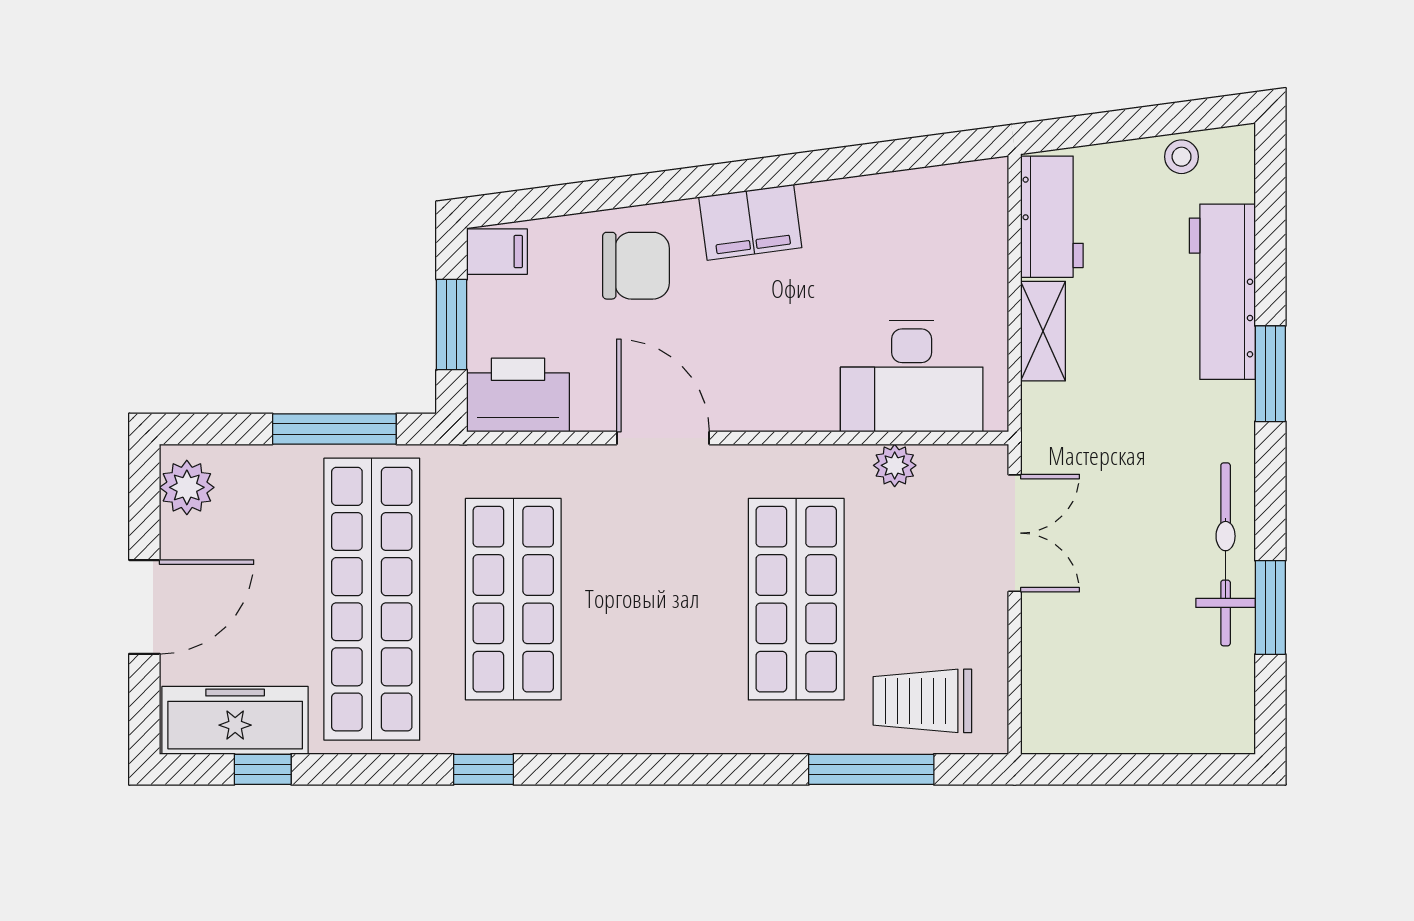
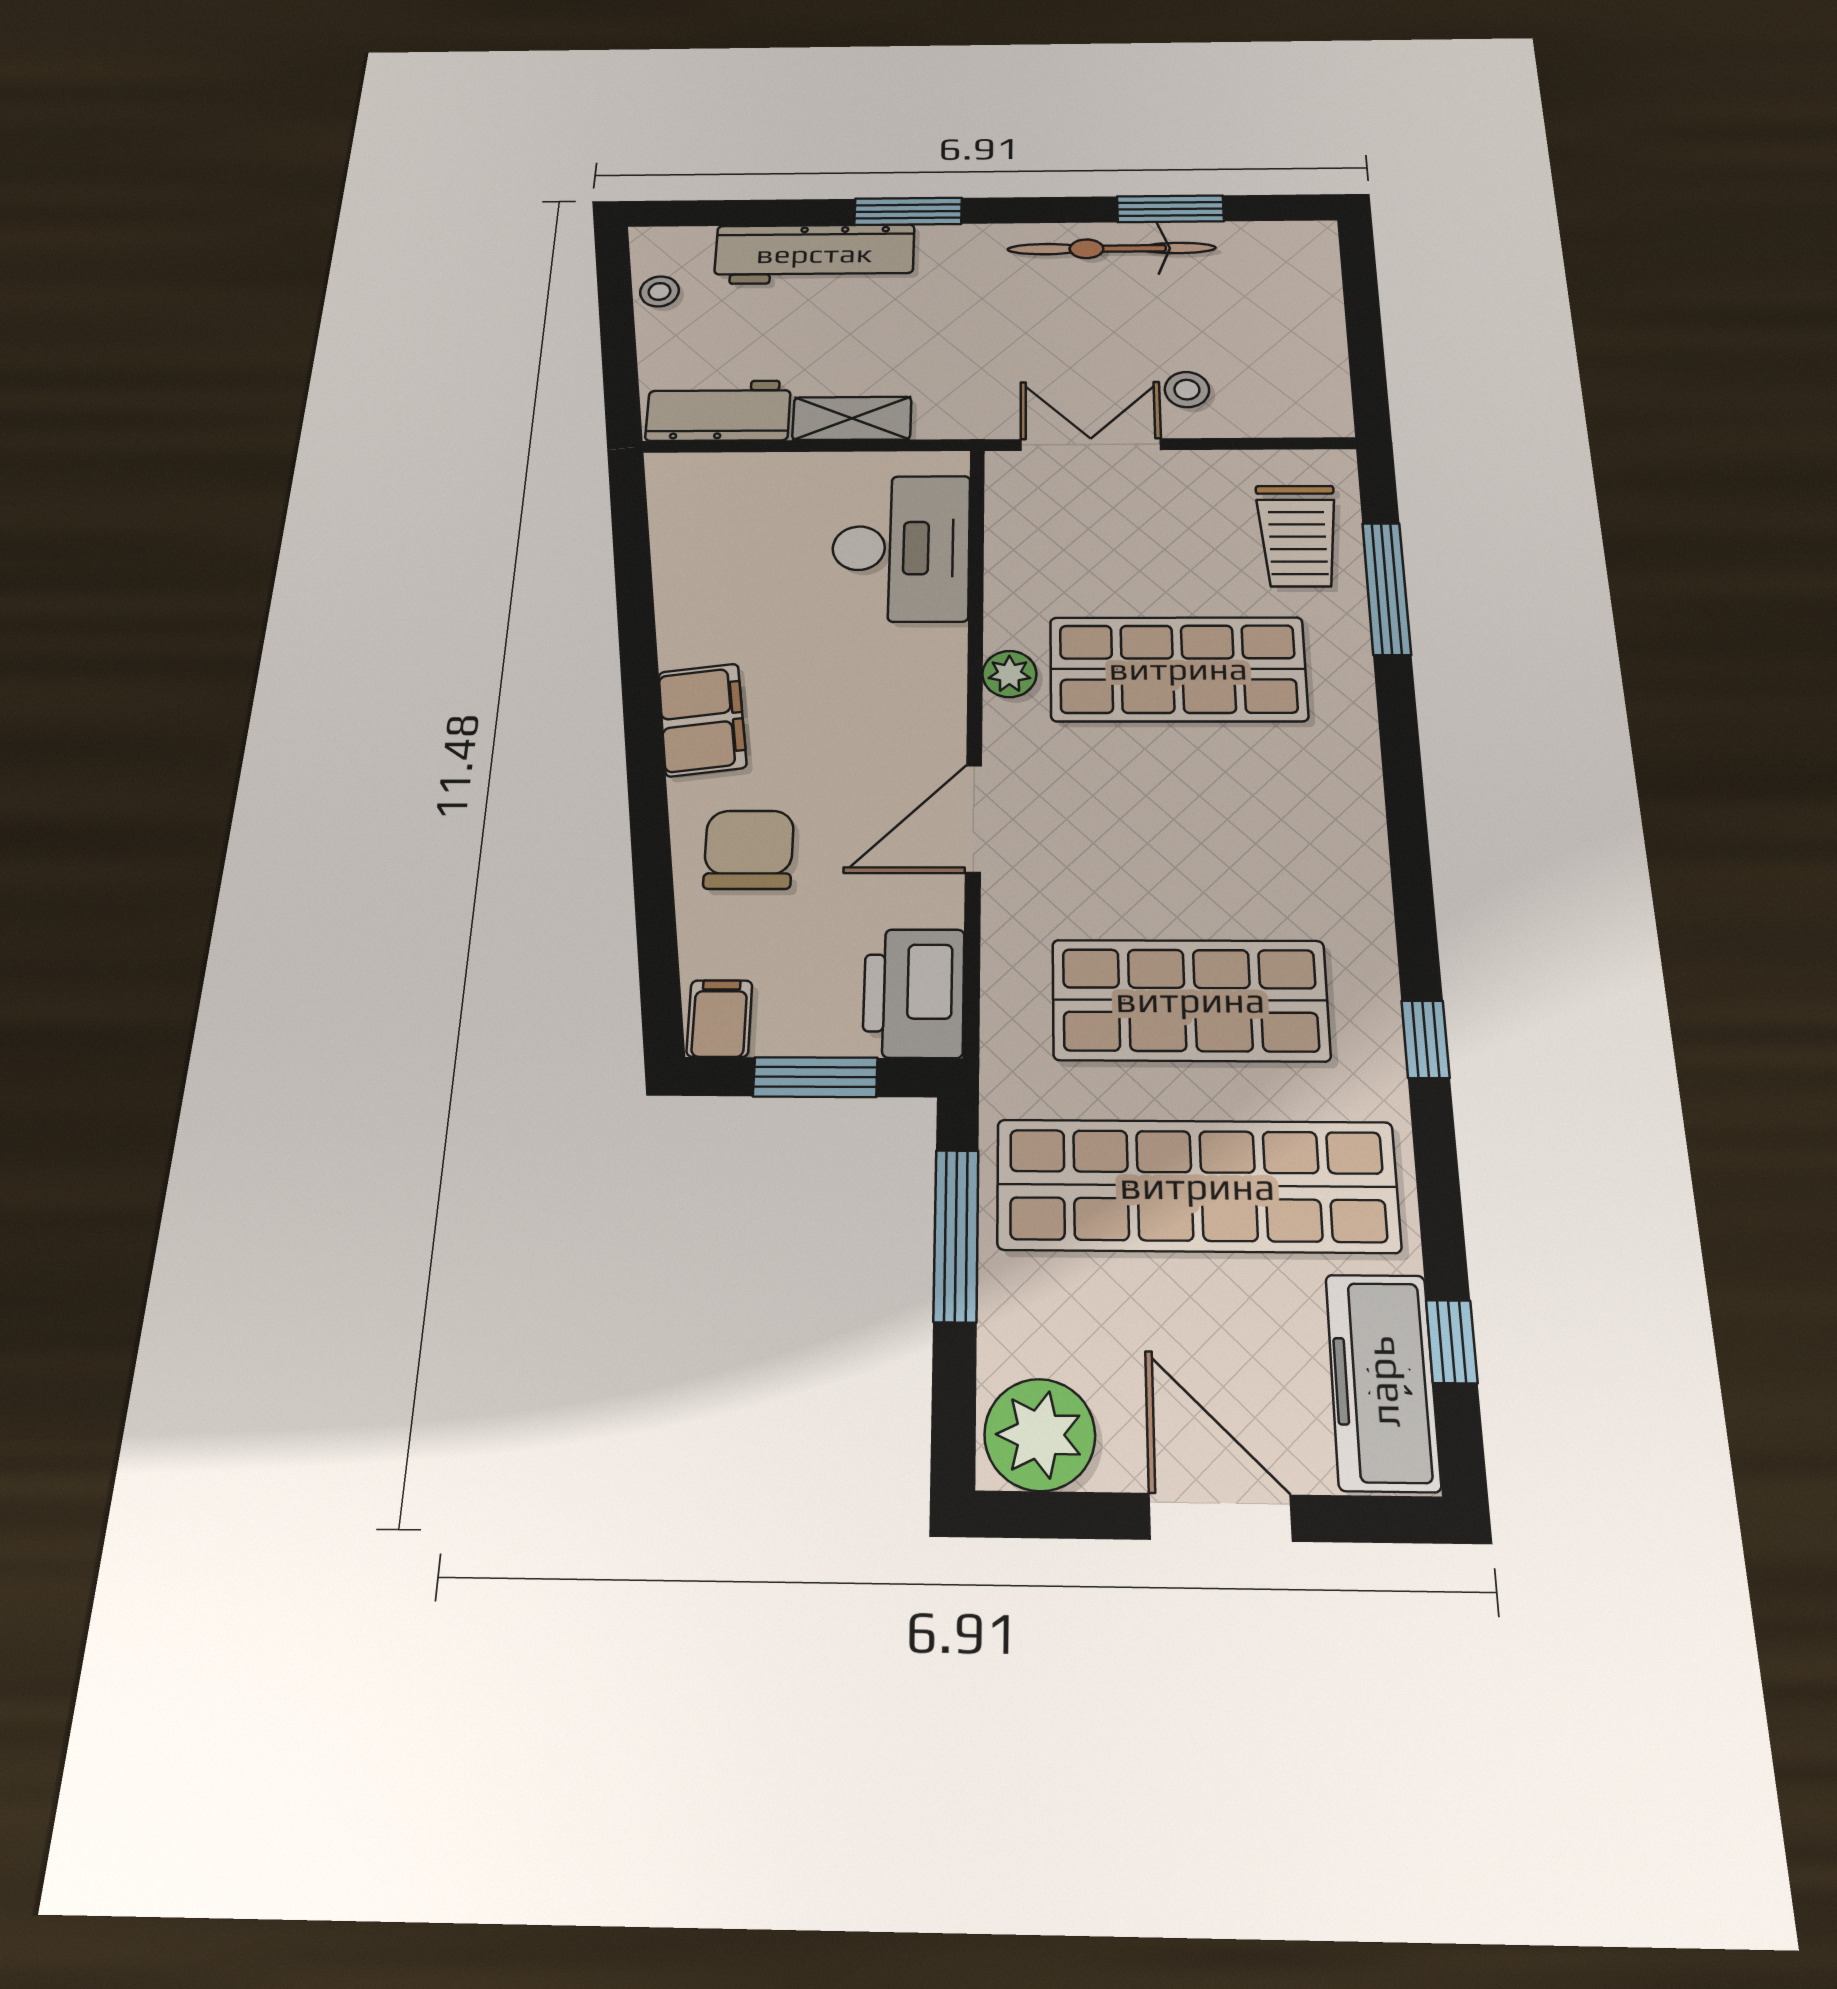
plant: (895, 465) -> (1009, 674), moved
plant: (187, 487) -> (1040, 1435), width x1.36, depth x1.36
stool: (1071, 616) -> (1187, 390), added

